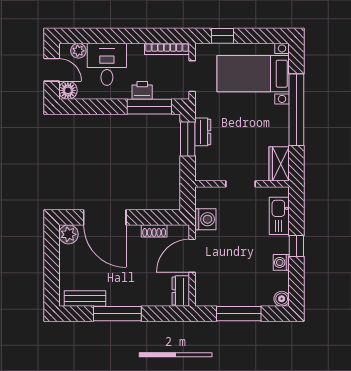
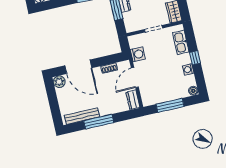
bench: (85, 298) -> (82, 116), width x1.36

